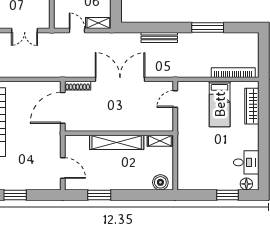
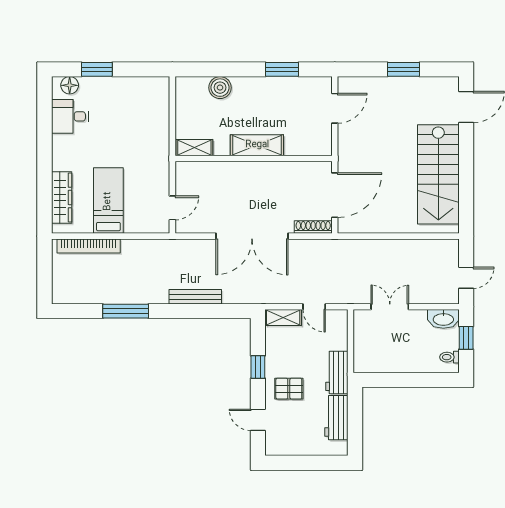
shelving: (117, 142) -> (257, 145), width x0.68
door: (63, 168) -> (335, 108), swing flipped
boiler: (160, 182) -> (220, 88), moved

